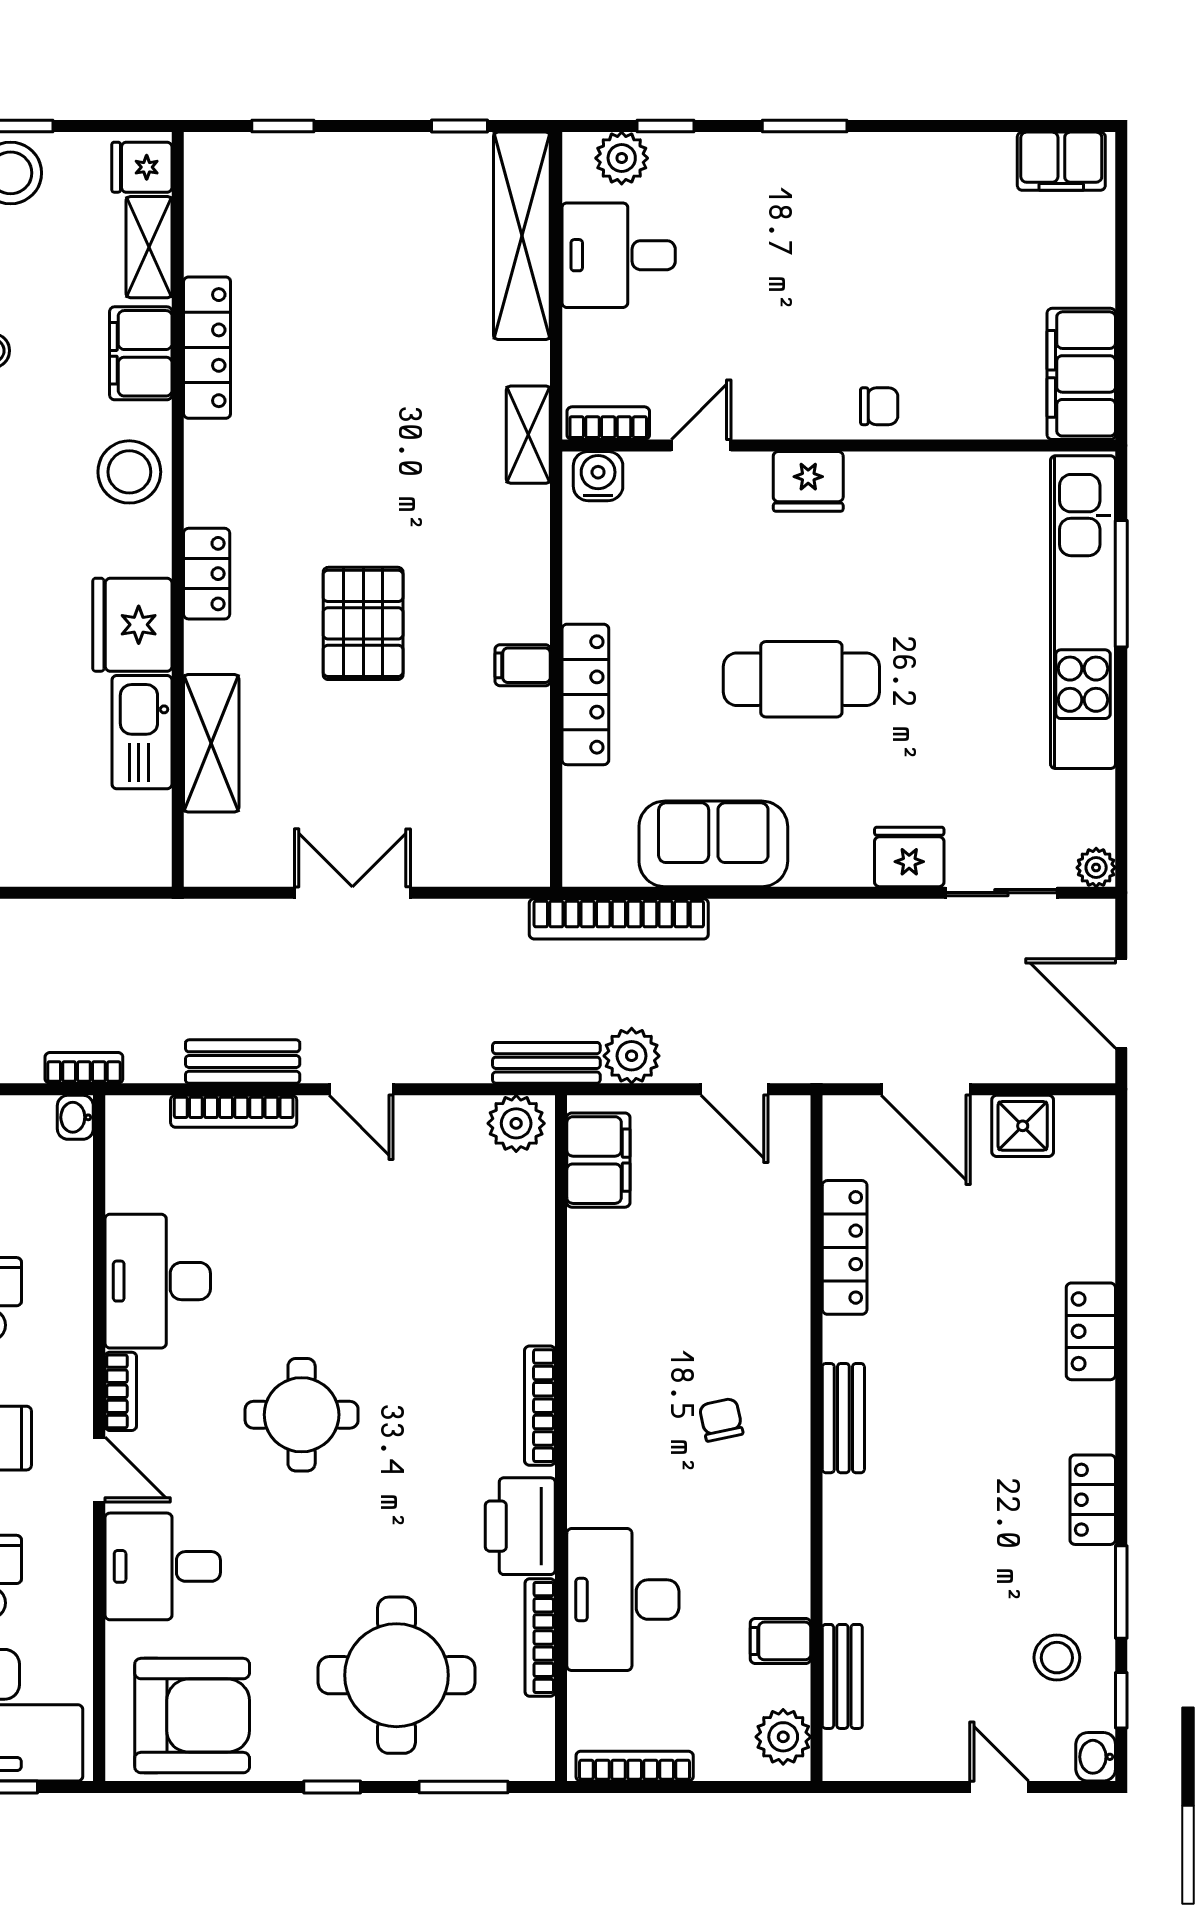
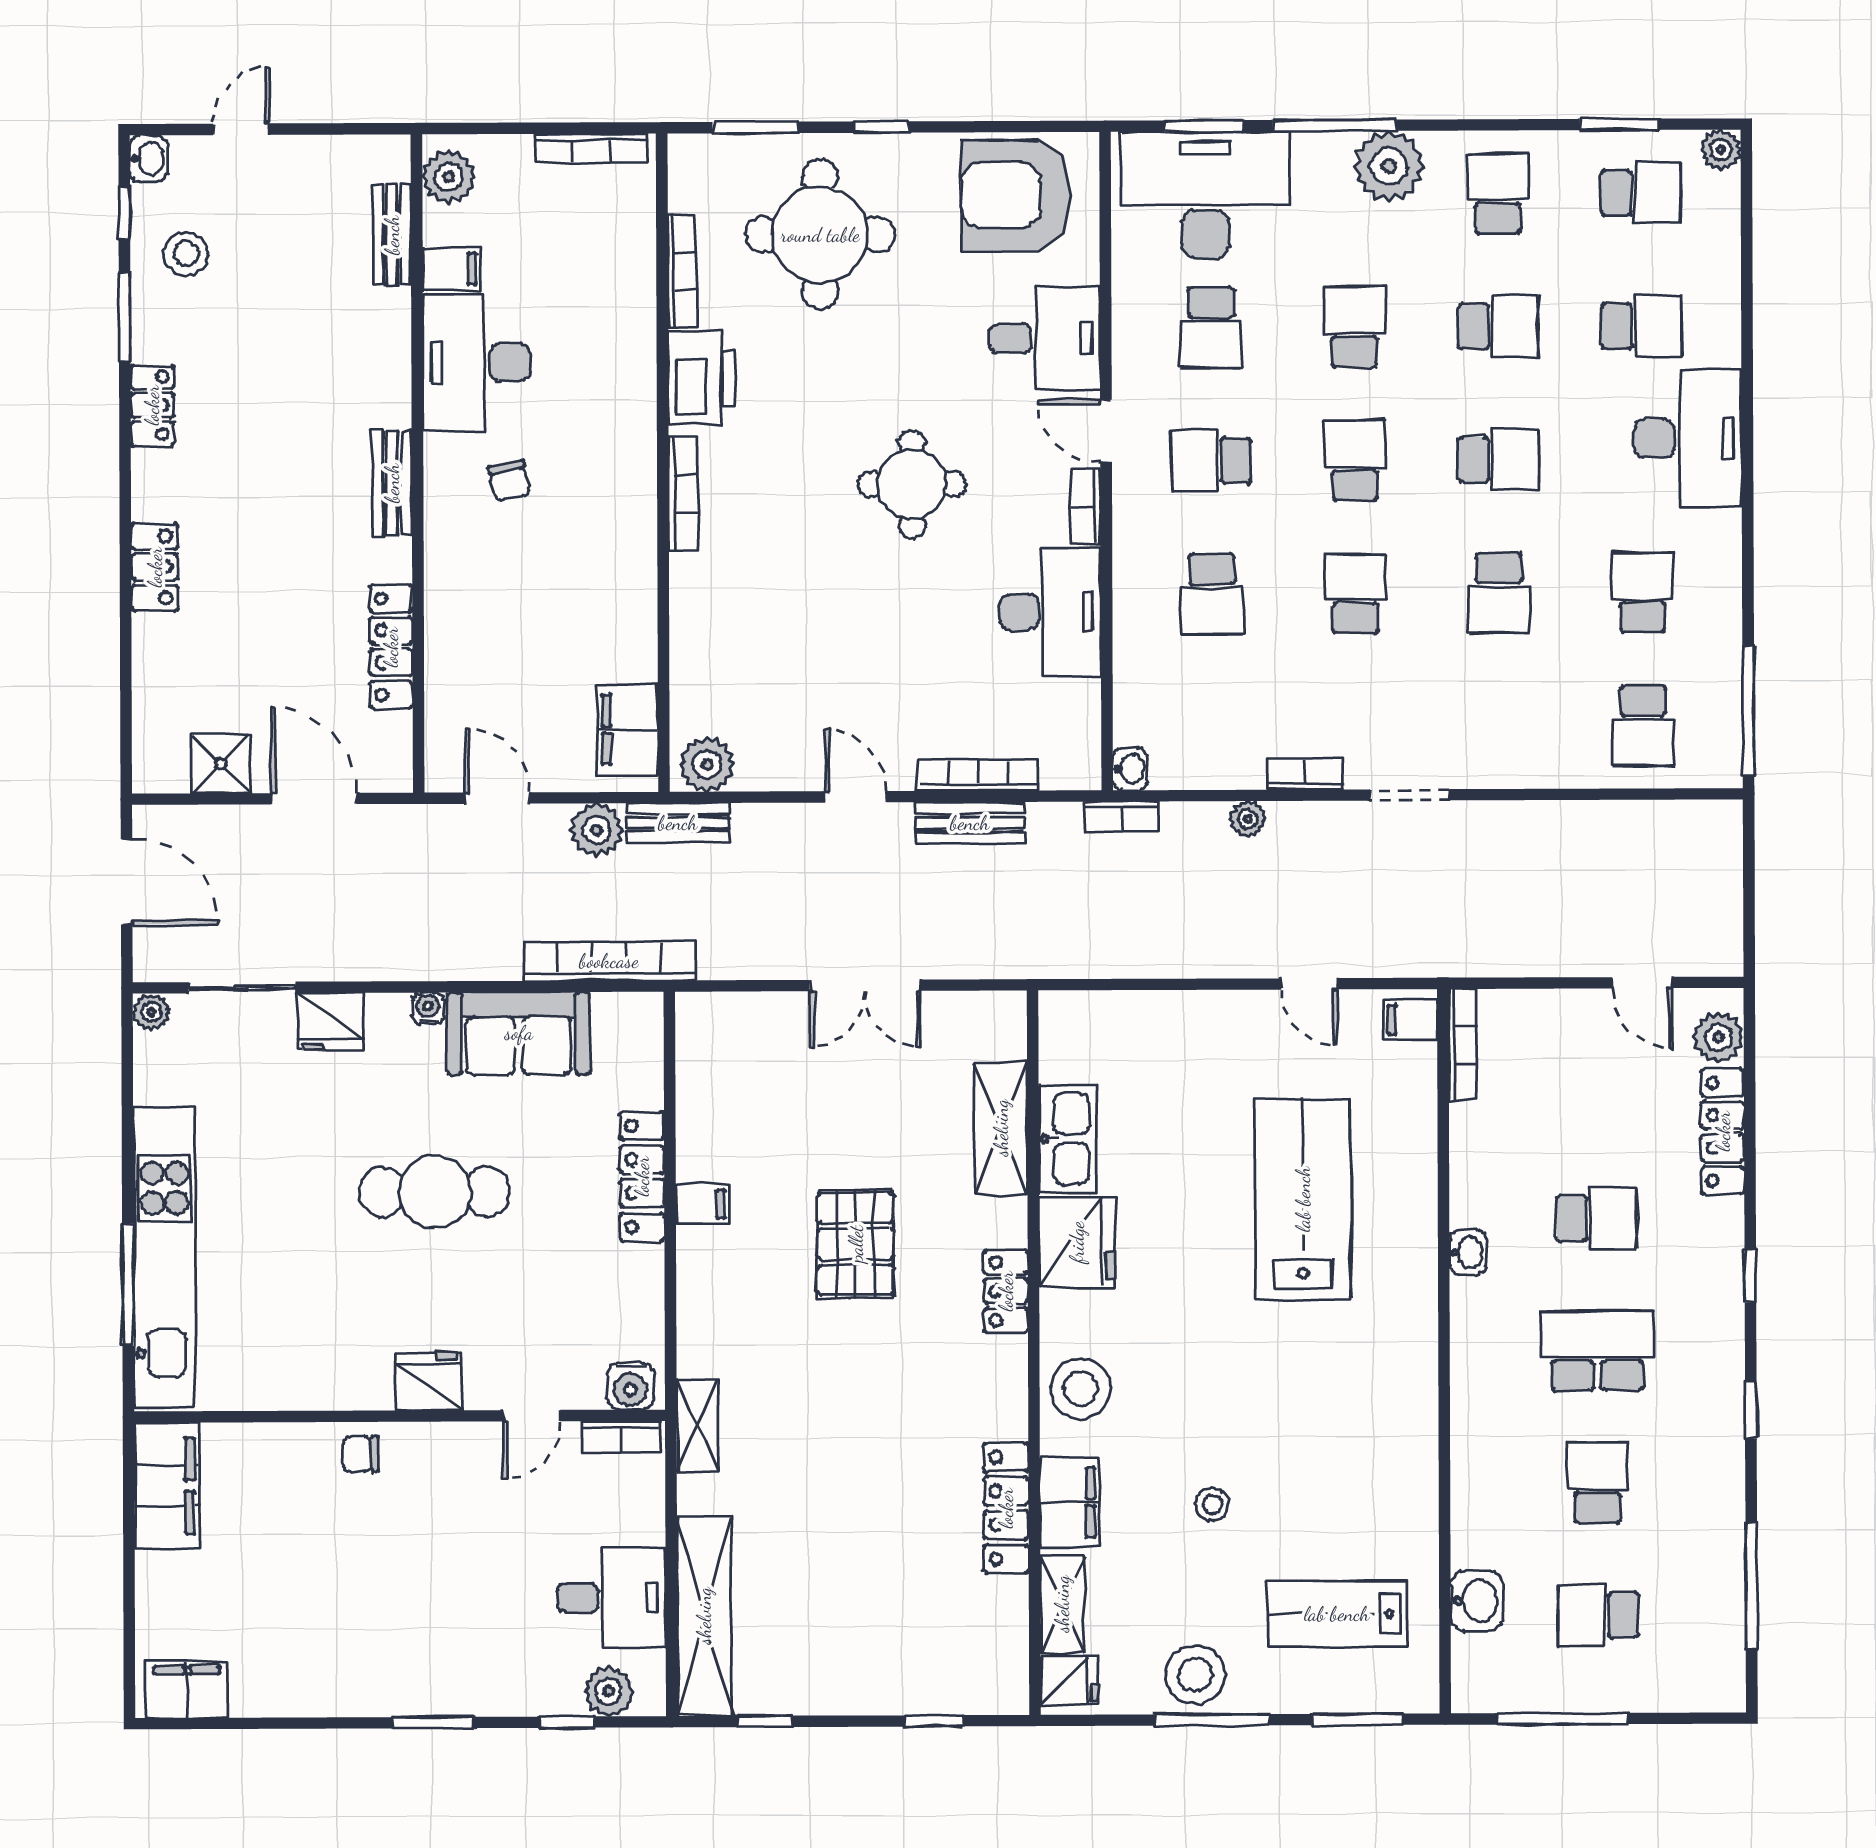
water cooler: (808, 870) -> (428, 1008), added
desk: (623, 1600) -> (477, 362), moved, turned 180
door: (999, 1787) -> (241, 129), swing flipped

